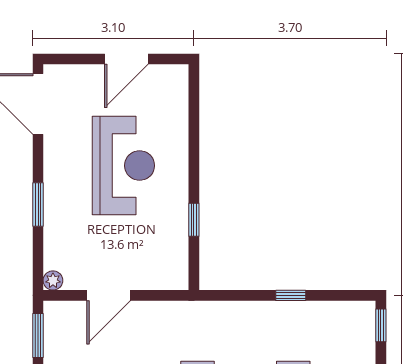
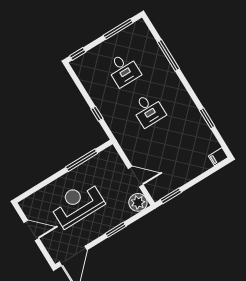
window: (194, 220) -> (82, 160), width x2.17
plant: (53, 280) -> (138, 202), width x1.87, depth x1.87
window: (291, 295) -> (97, 114), moved

